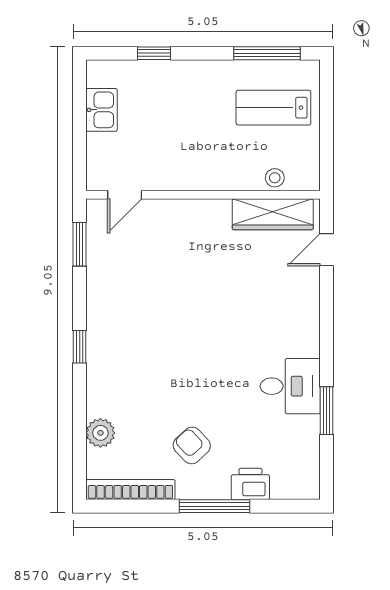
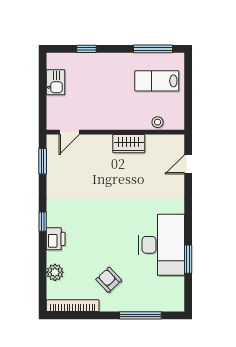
wardrobe: (273, 214) -> (129, 144), moved, width x0.67
desk: (290, 386) -> (161, 245), width x1.87, depth x1.30
printer: (250, 484) -> (56, 239), moved, turned 90
window: (215, 506) -> (140, 315), moved

